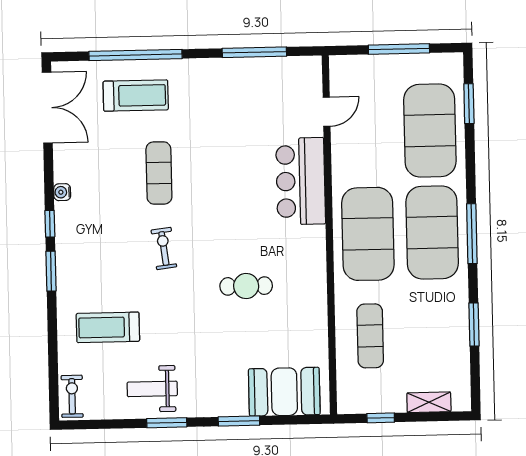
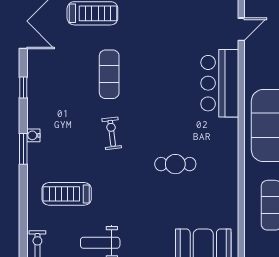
water cooler: (62, 192) -> (33, 135), moved
window: (50, 224) -> (23, 87), moved

